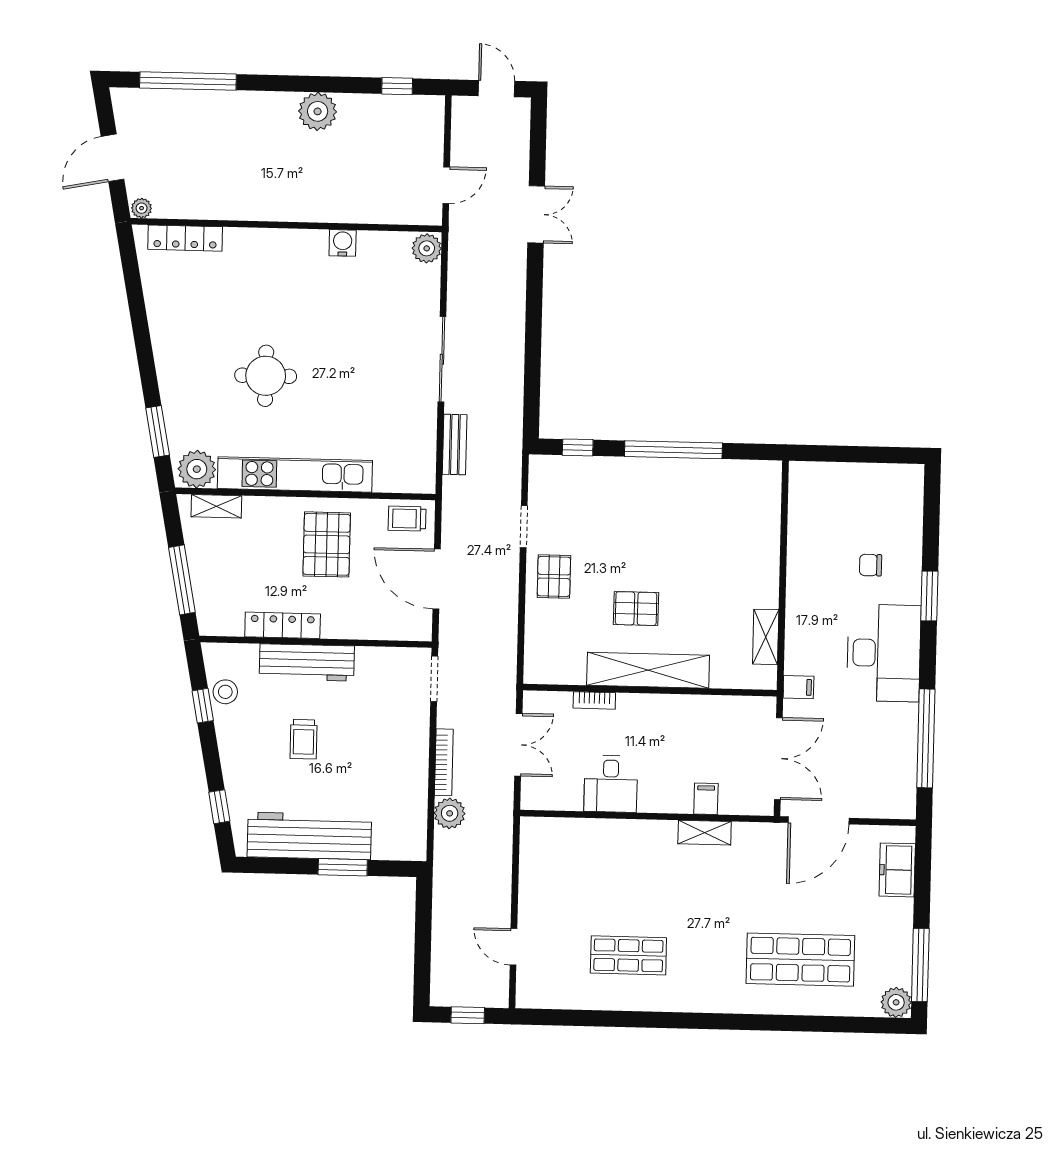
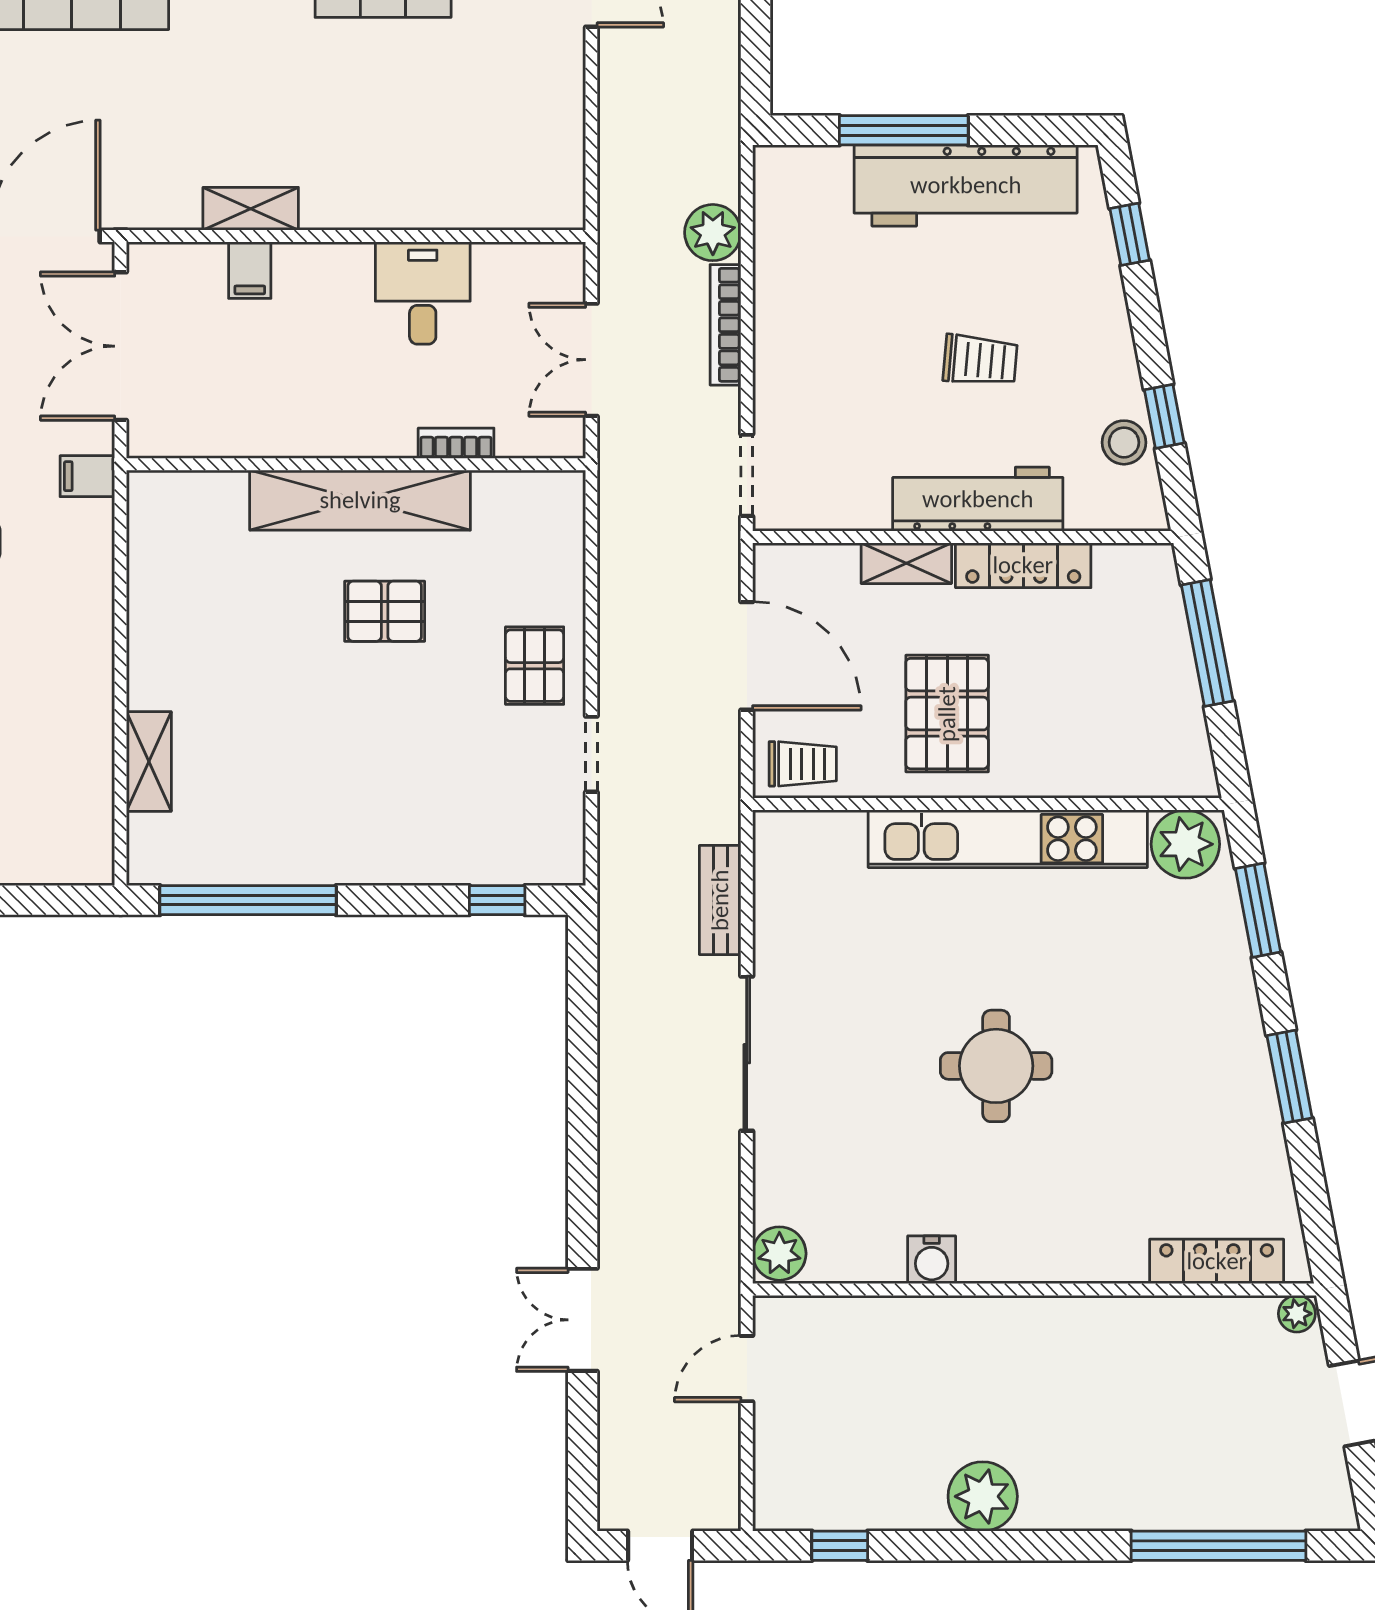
window: (142, 339) -> (1290, 1077), added
round table: (266, 376) -> (996, 1066), moved
window: (673, 450) -> (248, 900), moved
shelving: (216, 506) -> (906, 563), moved
shelving: (766, 637) -> (149, 761), moved
trolley: (304, 739) -> (980, 360), turned 95
window: (343, 867) -> (904, 130), width x1.44

